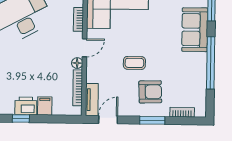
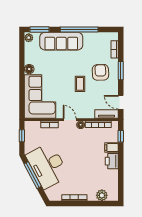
sofa: (195, 30) -> (61, 41), width x1.36
window: (21, 118) -> (121, 136), moved

